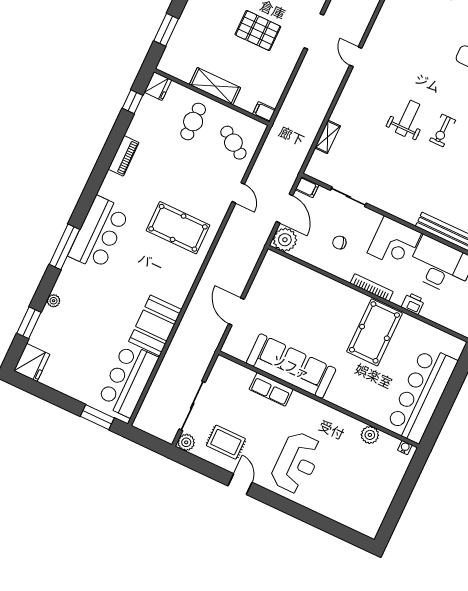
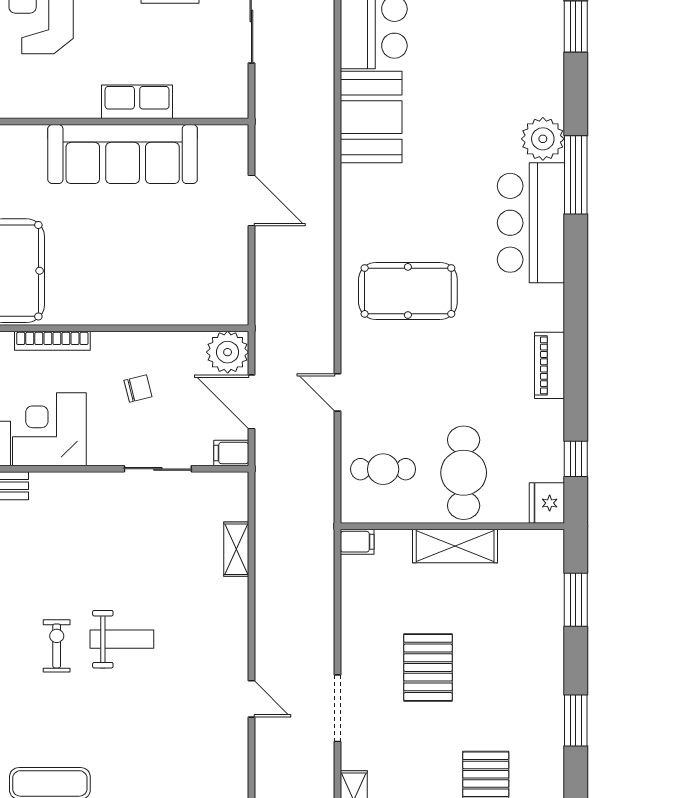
pallet: (258, 31) -> (428, 667), turned 90
weight bench: (408, 118) -> (122, 639), turned -90
cafe table: (193, 122) -> (464, 473), width x1.37, depth x1.35
cafe table: (233, 143) -> (383, 469), turned -34
plant: (54, 301) -> (543, 139), moved, width x1.88, depth x1.88

